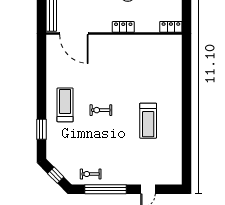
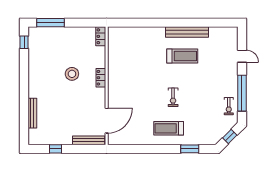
bench: (176, 126) -> (187, 32), added

